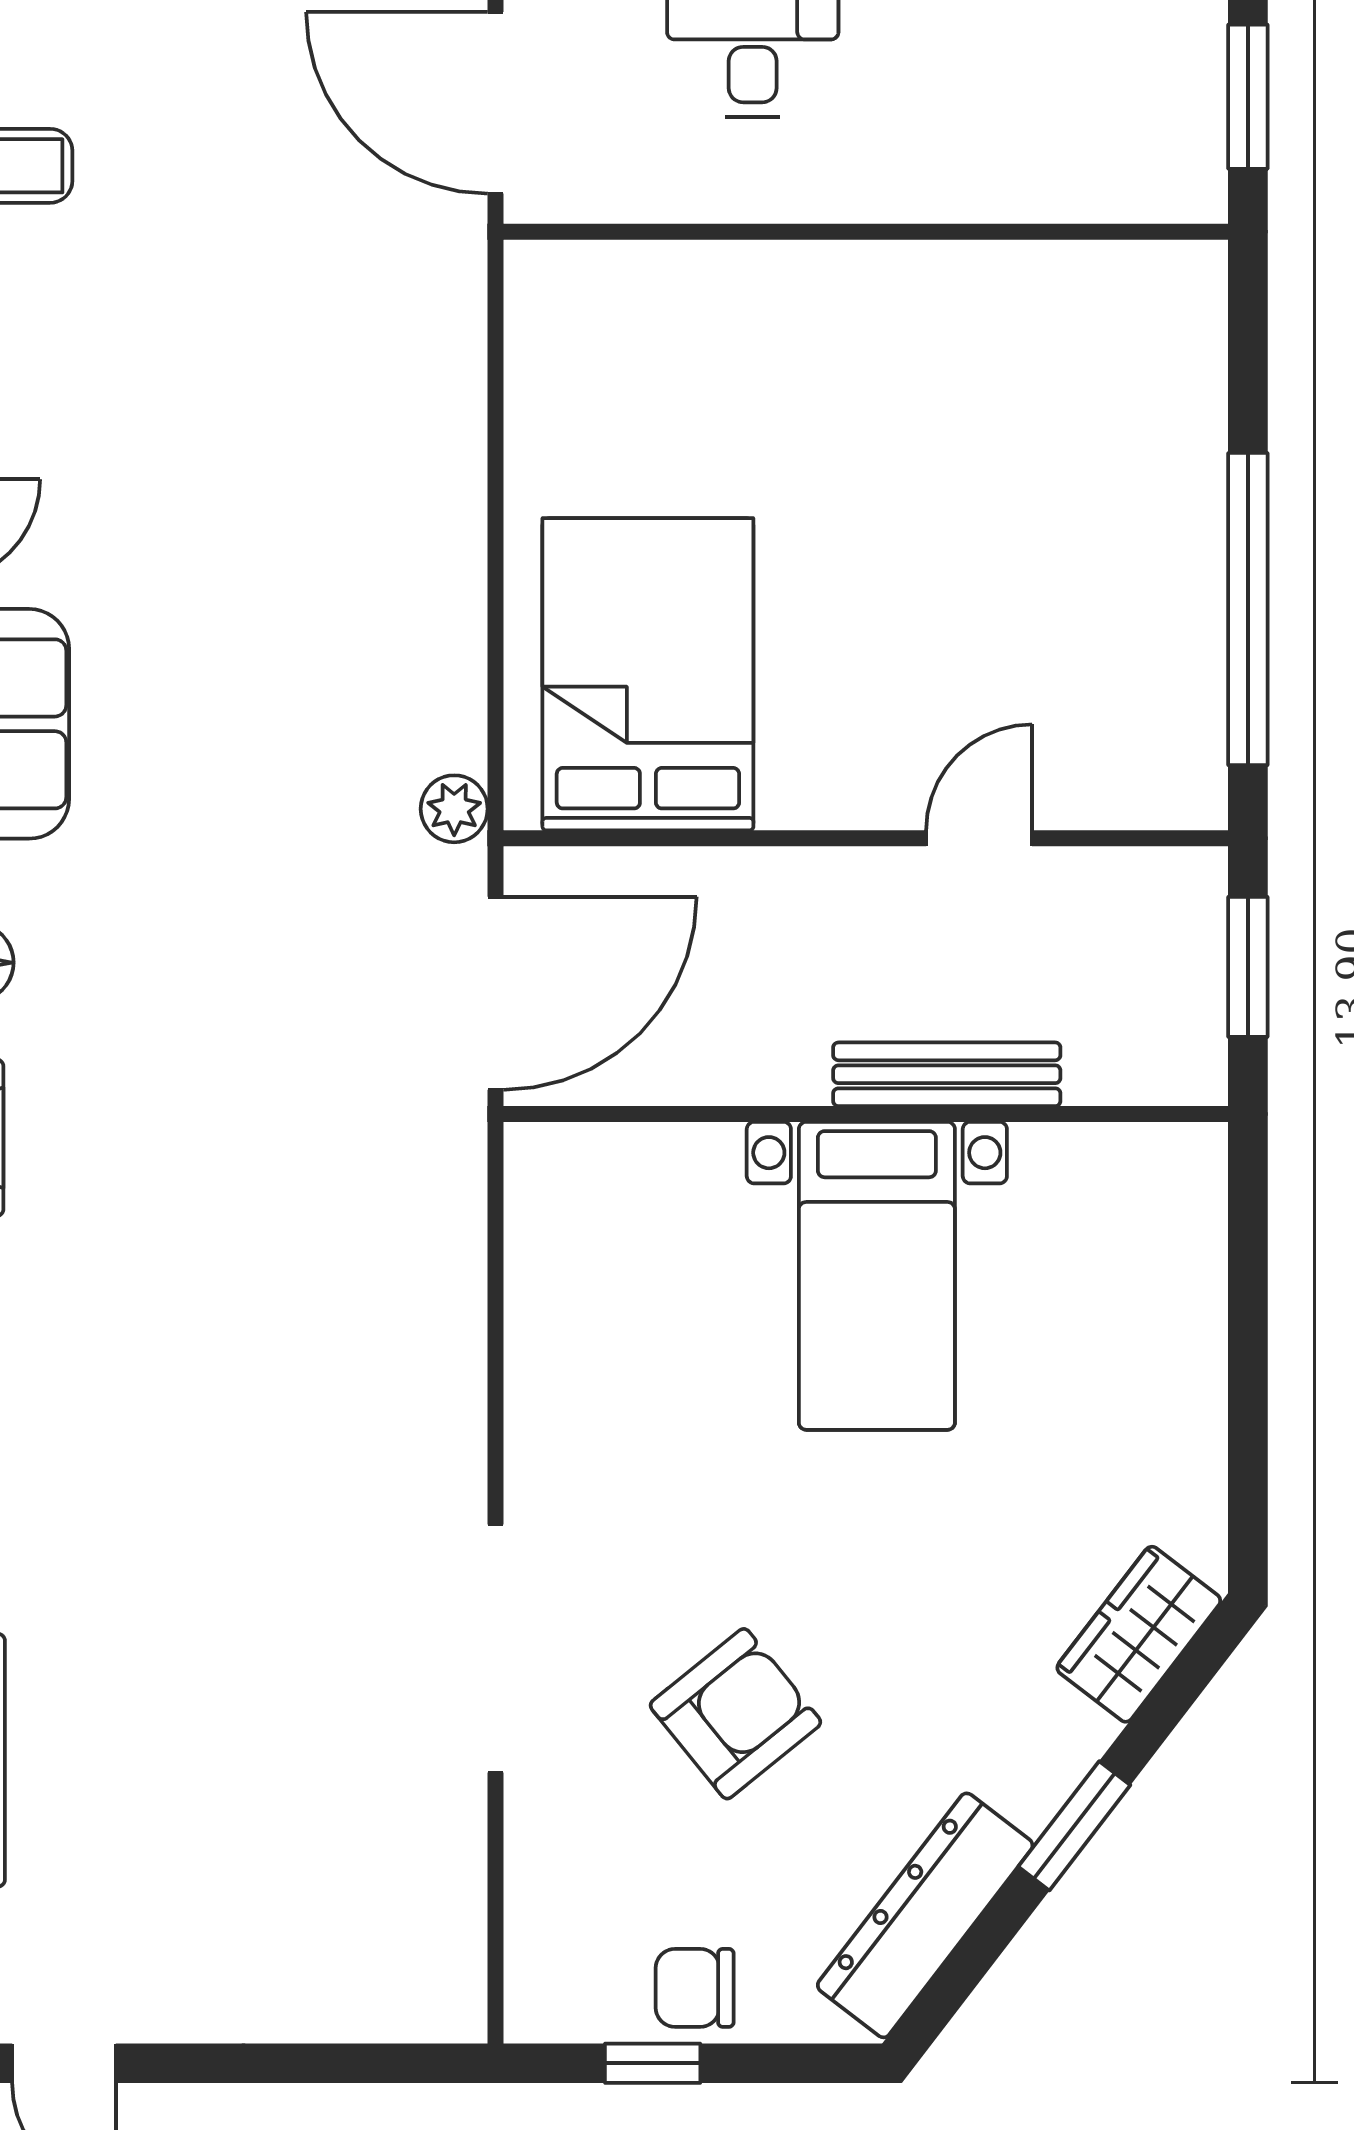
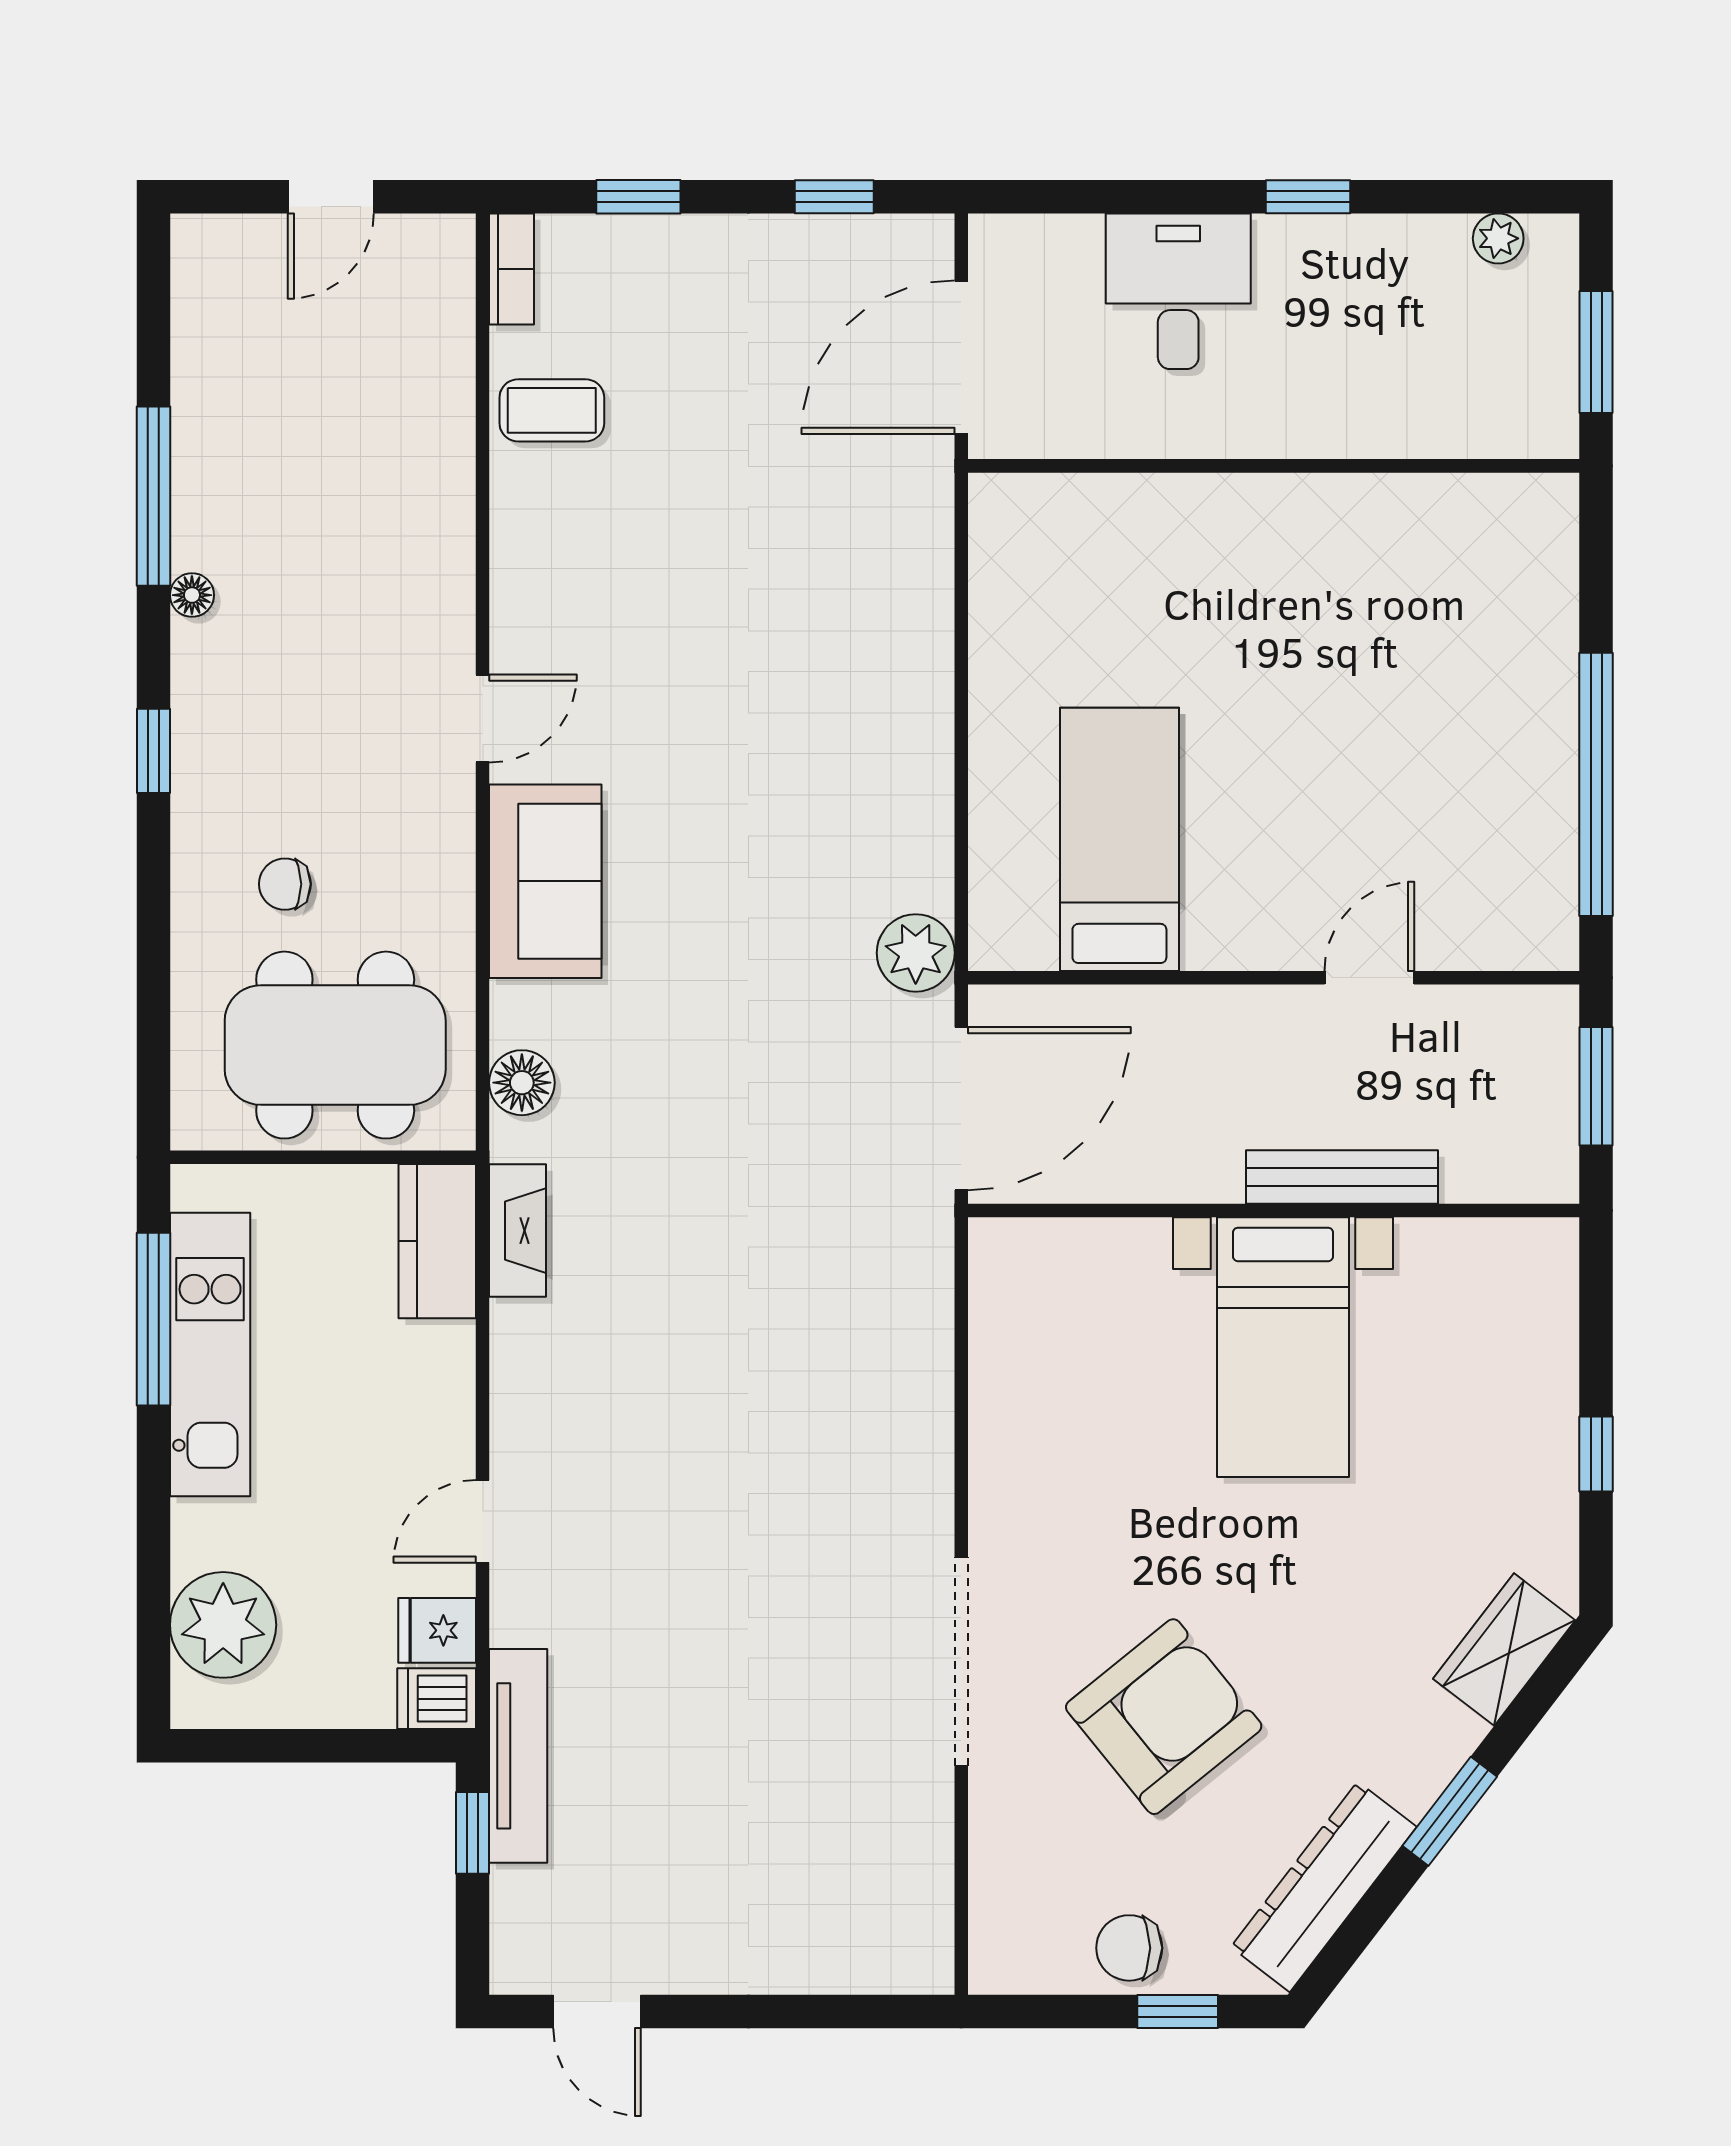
door: (496, 103) -> (961, 357), hinge flipped
bed: (648, 674) -> (1119, 839), width x0.67
plant: (454, 809) -> (916, 953), width x1.38, depth x1.38
window: (1248, 1403) -> (1596, 1454), added
armchair: (735, 1714) -> (1164, 1717), width x1.36, depth x1.36
window: (653, 2063) -> (1178, 2012), moved

